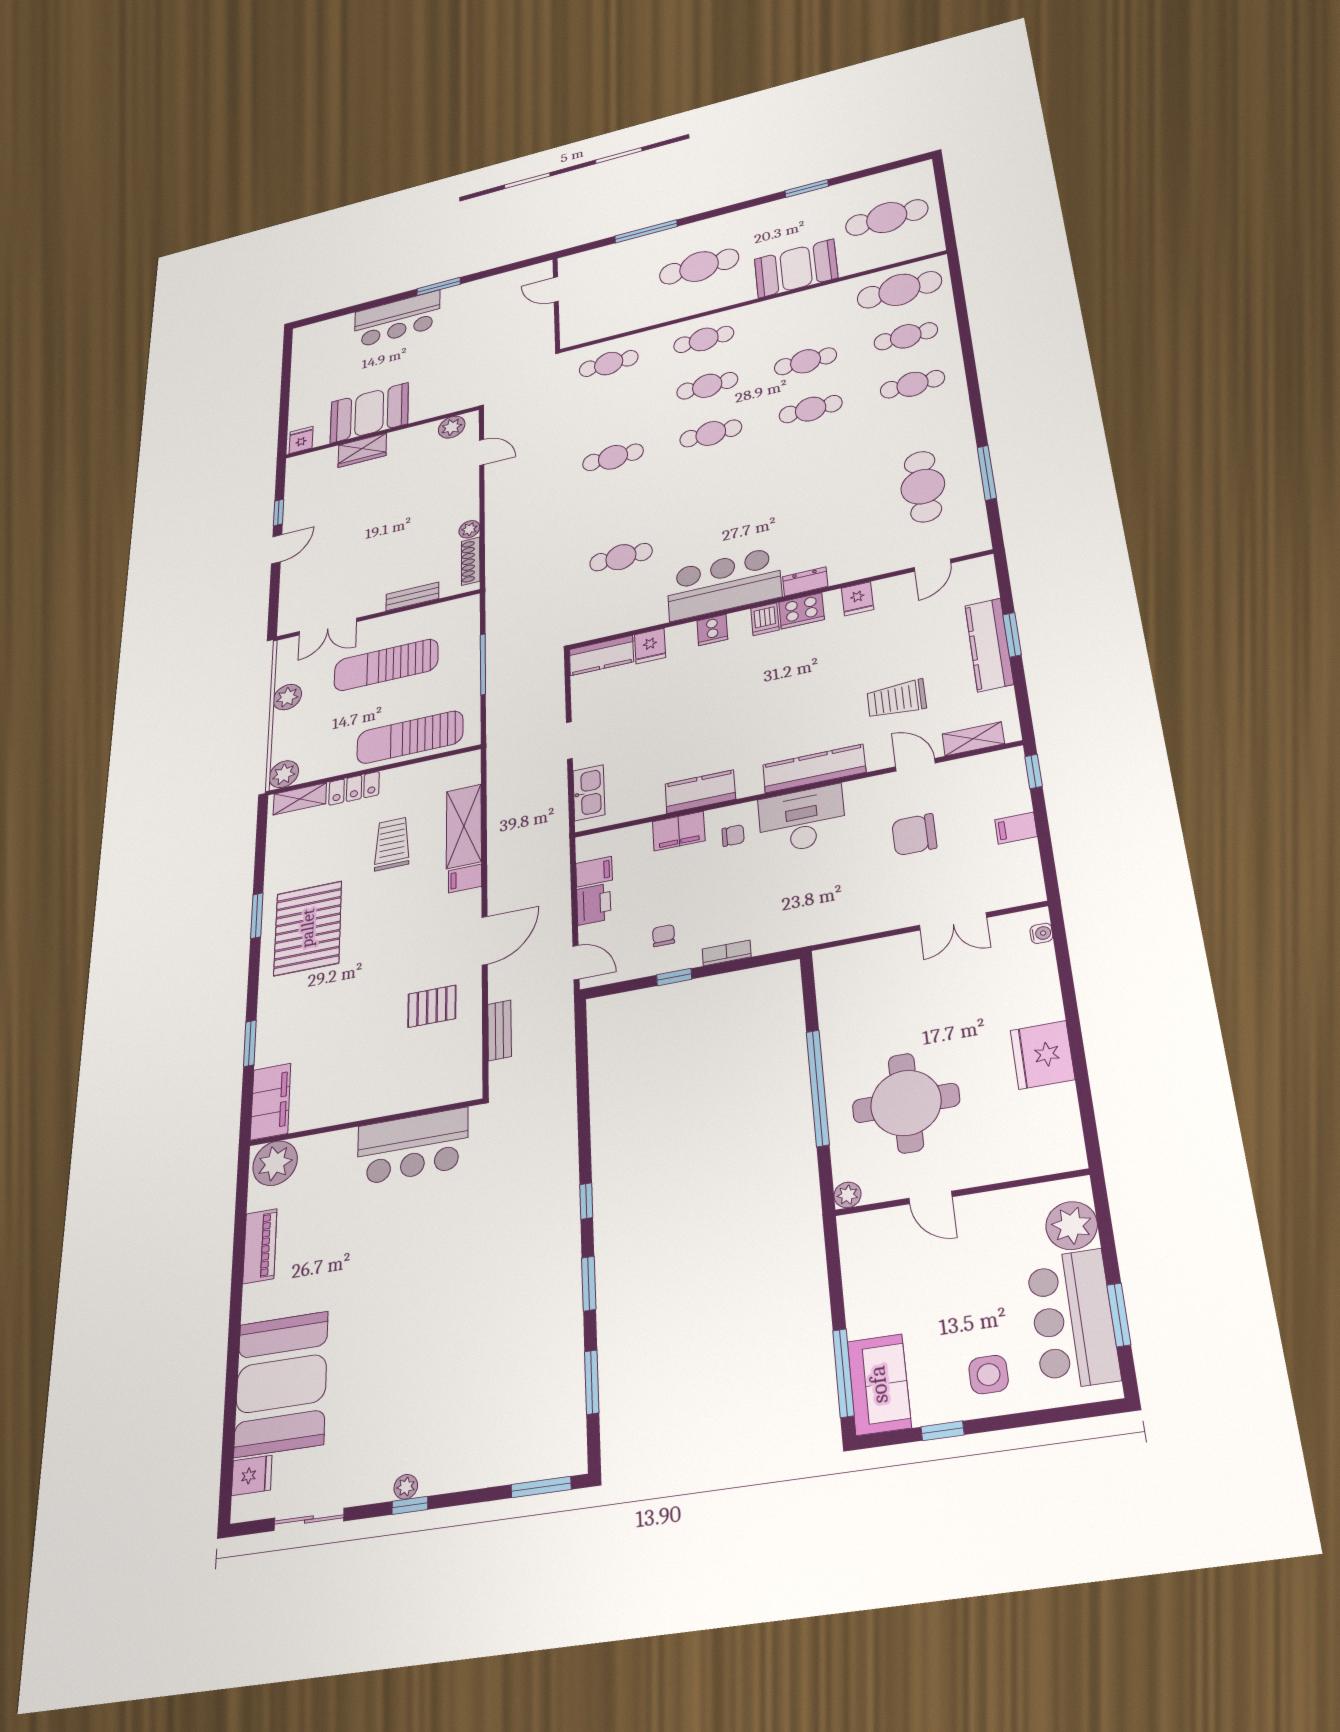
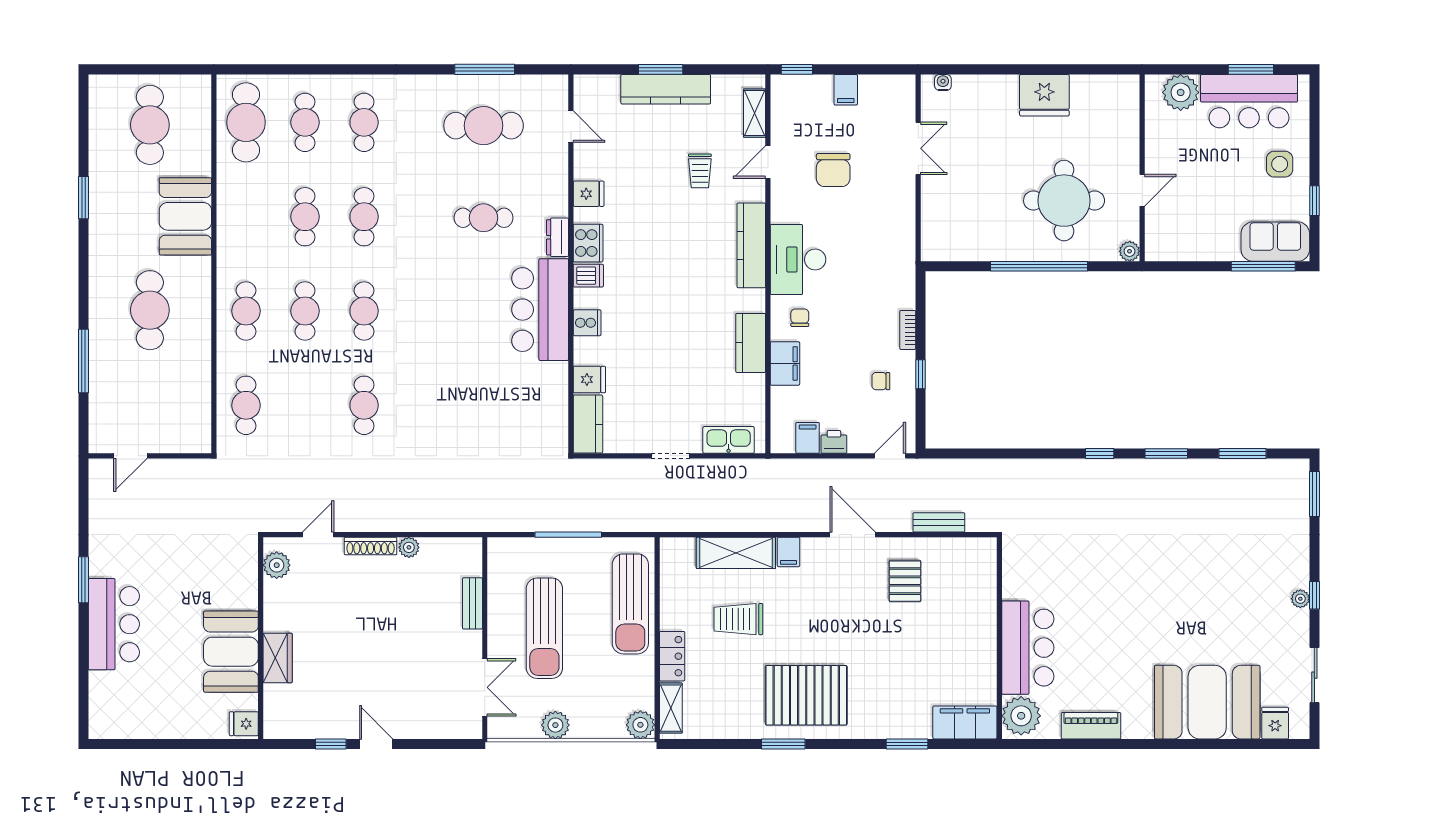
cafe table: (621, 557) -> (484, 218), moved, turned 90
shoe rack: (471, 561) -> (371, 546), moved
trolley: (896, 699) -> (700, 171), width x0.73, depth x0.72
printer: (594, 904) -> (834, 442), width x0.73, depth x0.81
bar counter: (413, 1146) -> (1028, 648), moved

